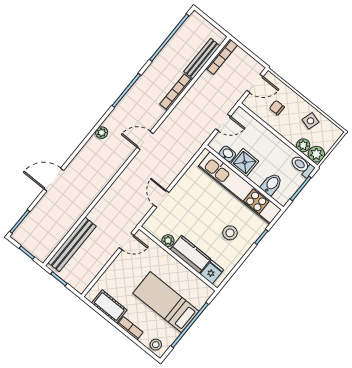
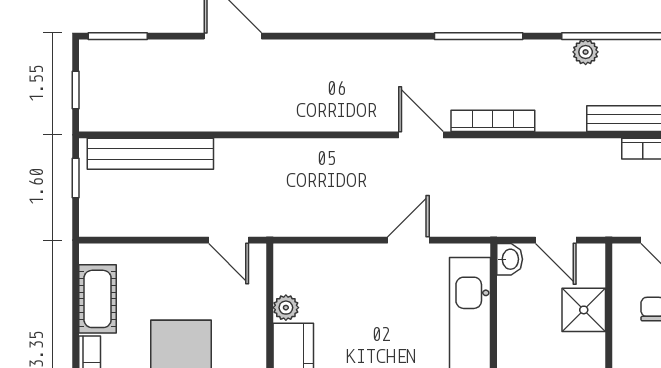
bookcase: (176, 92) -> (493, 121), moved
plant: (102, 133) -> (586, 52), moved
washbasin: (227, 154) -> (510, 259), moved
shower: (245, 162) -> (584, 310), moved
door: (161, 199) -> (408, 240), moved

